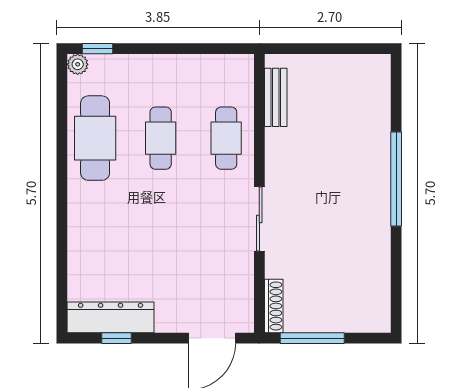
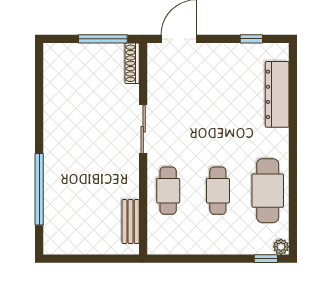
window: (396, 179) -> (39, 189), moved
dresser: (111, 317) -> (277, 94), moved, turned 90

